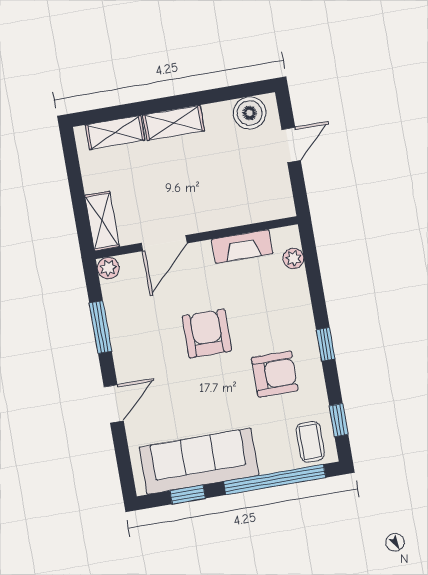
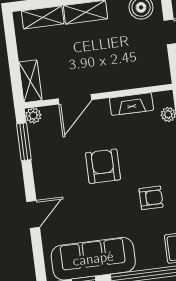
window: (100, 327) -> (24, 142), moved
armchair: (275, 374) -> (151, 198), width x0.72, depth x0.72

